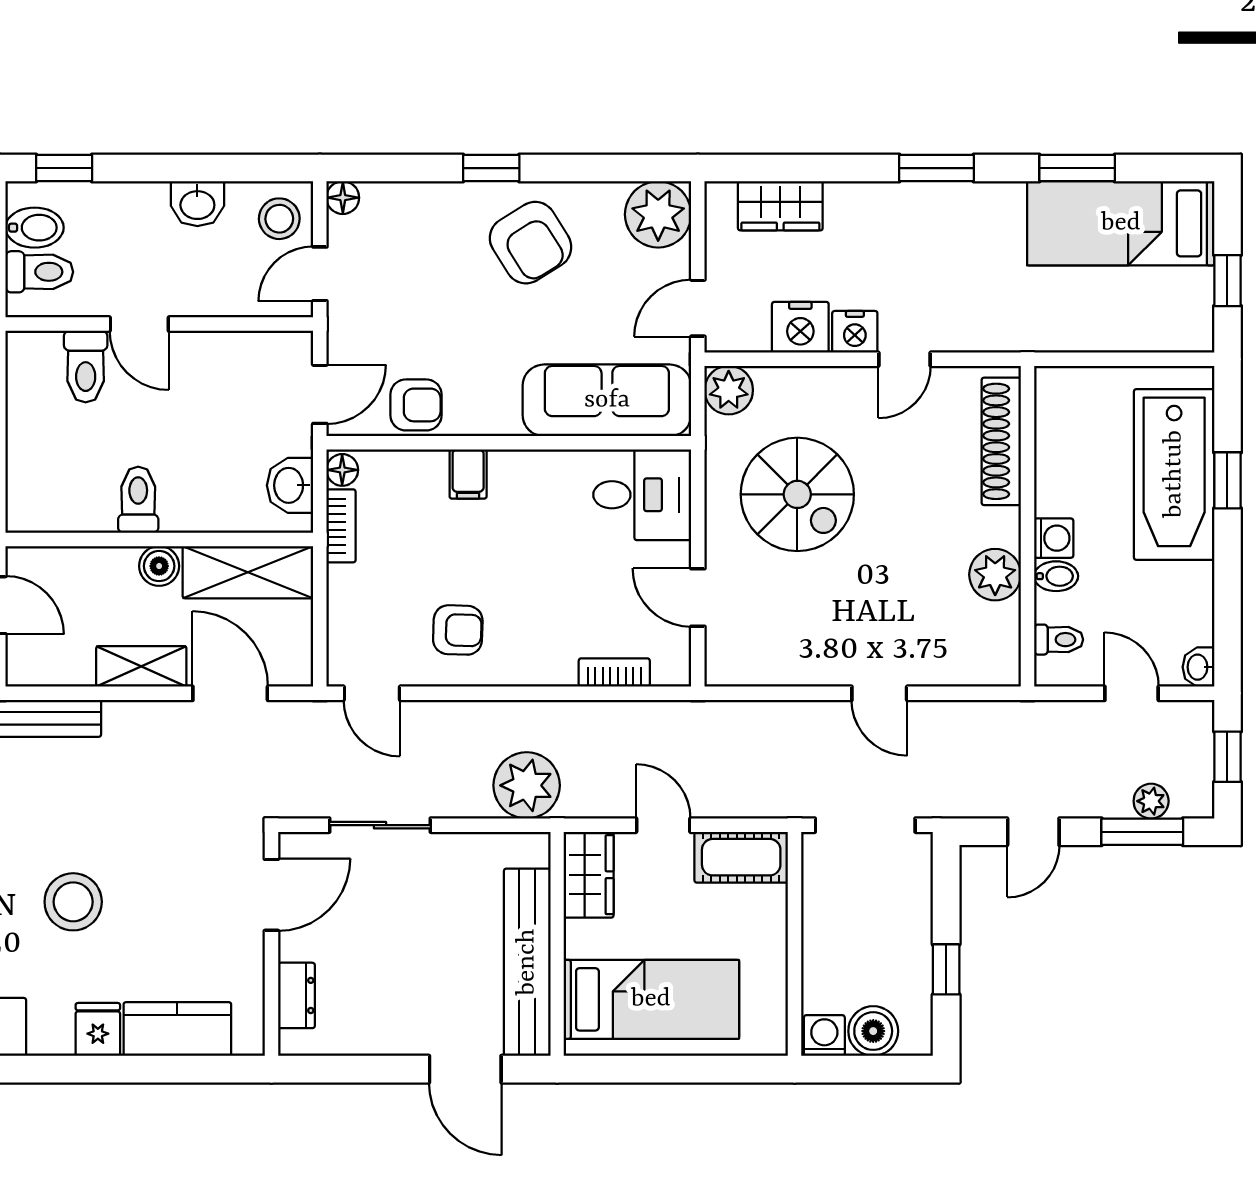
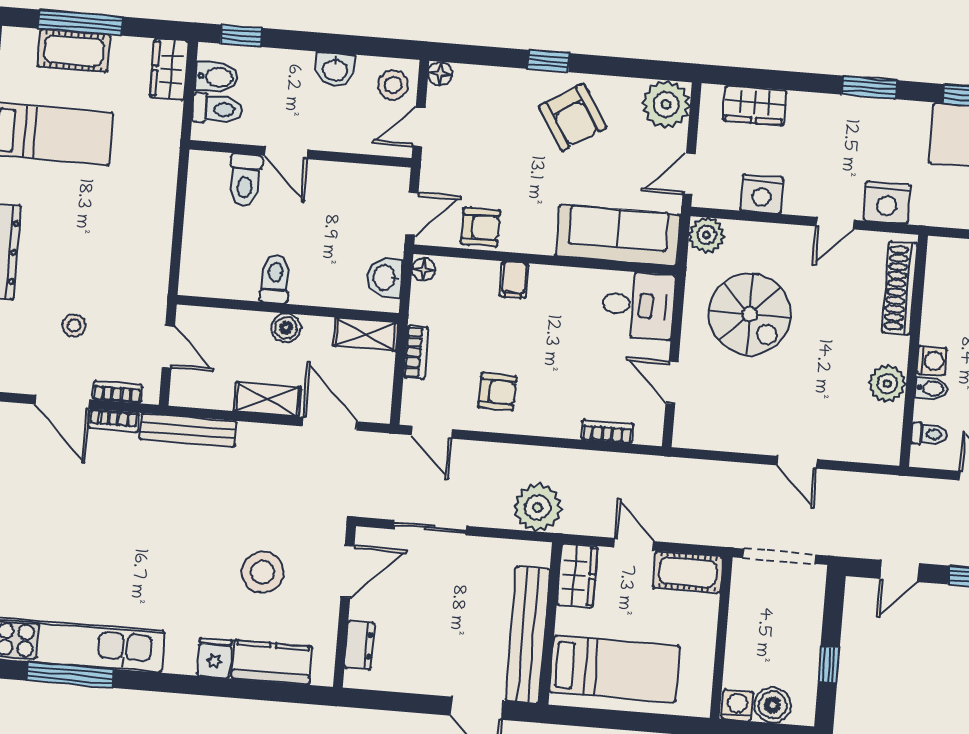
nightstand: (855, 332) -> (887, 203), moved, width x1.36, depth x1.33
bookcase: (341, 526) -> (416, 352), moved
shelving: (248, 572) -> (366, 334), width x0.67, depth x0.75
stool: (73, 902) -> (263, 572), moved

